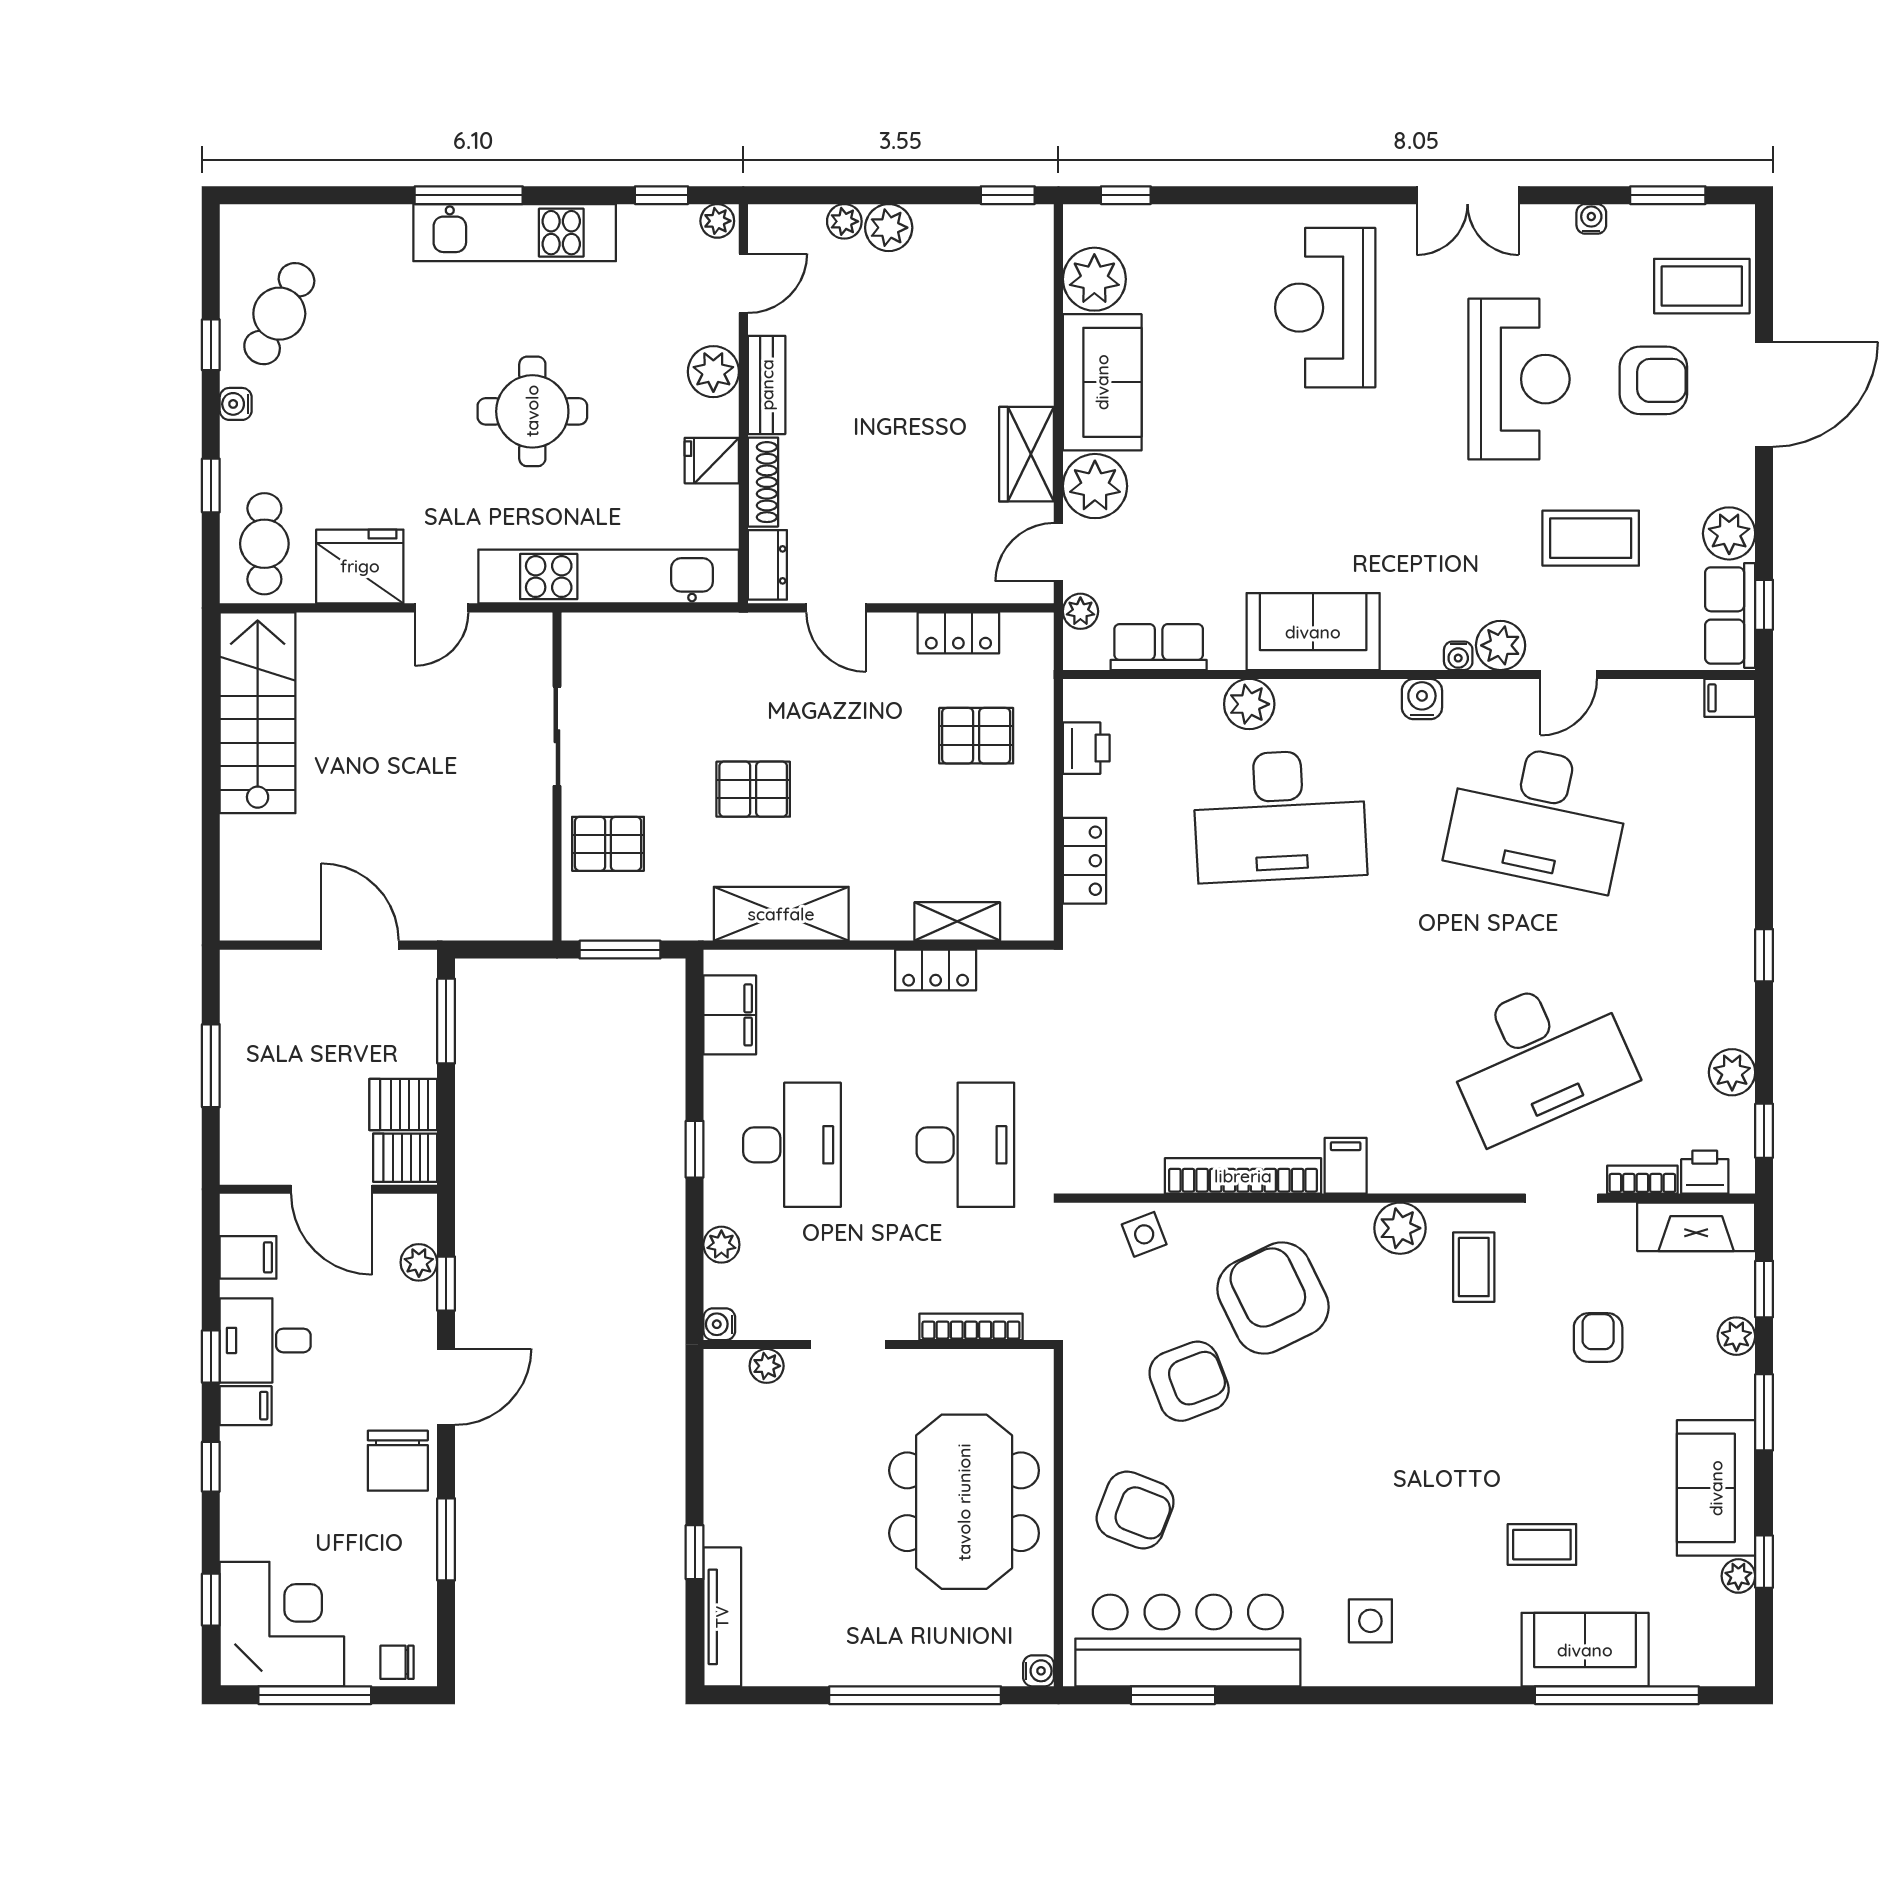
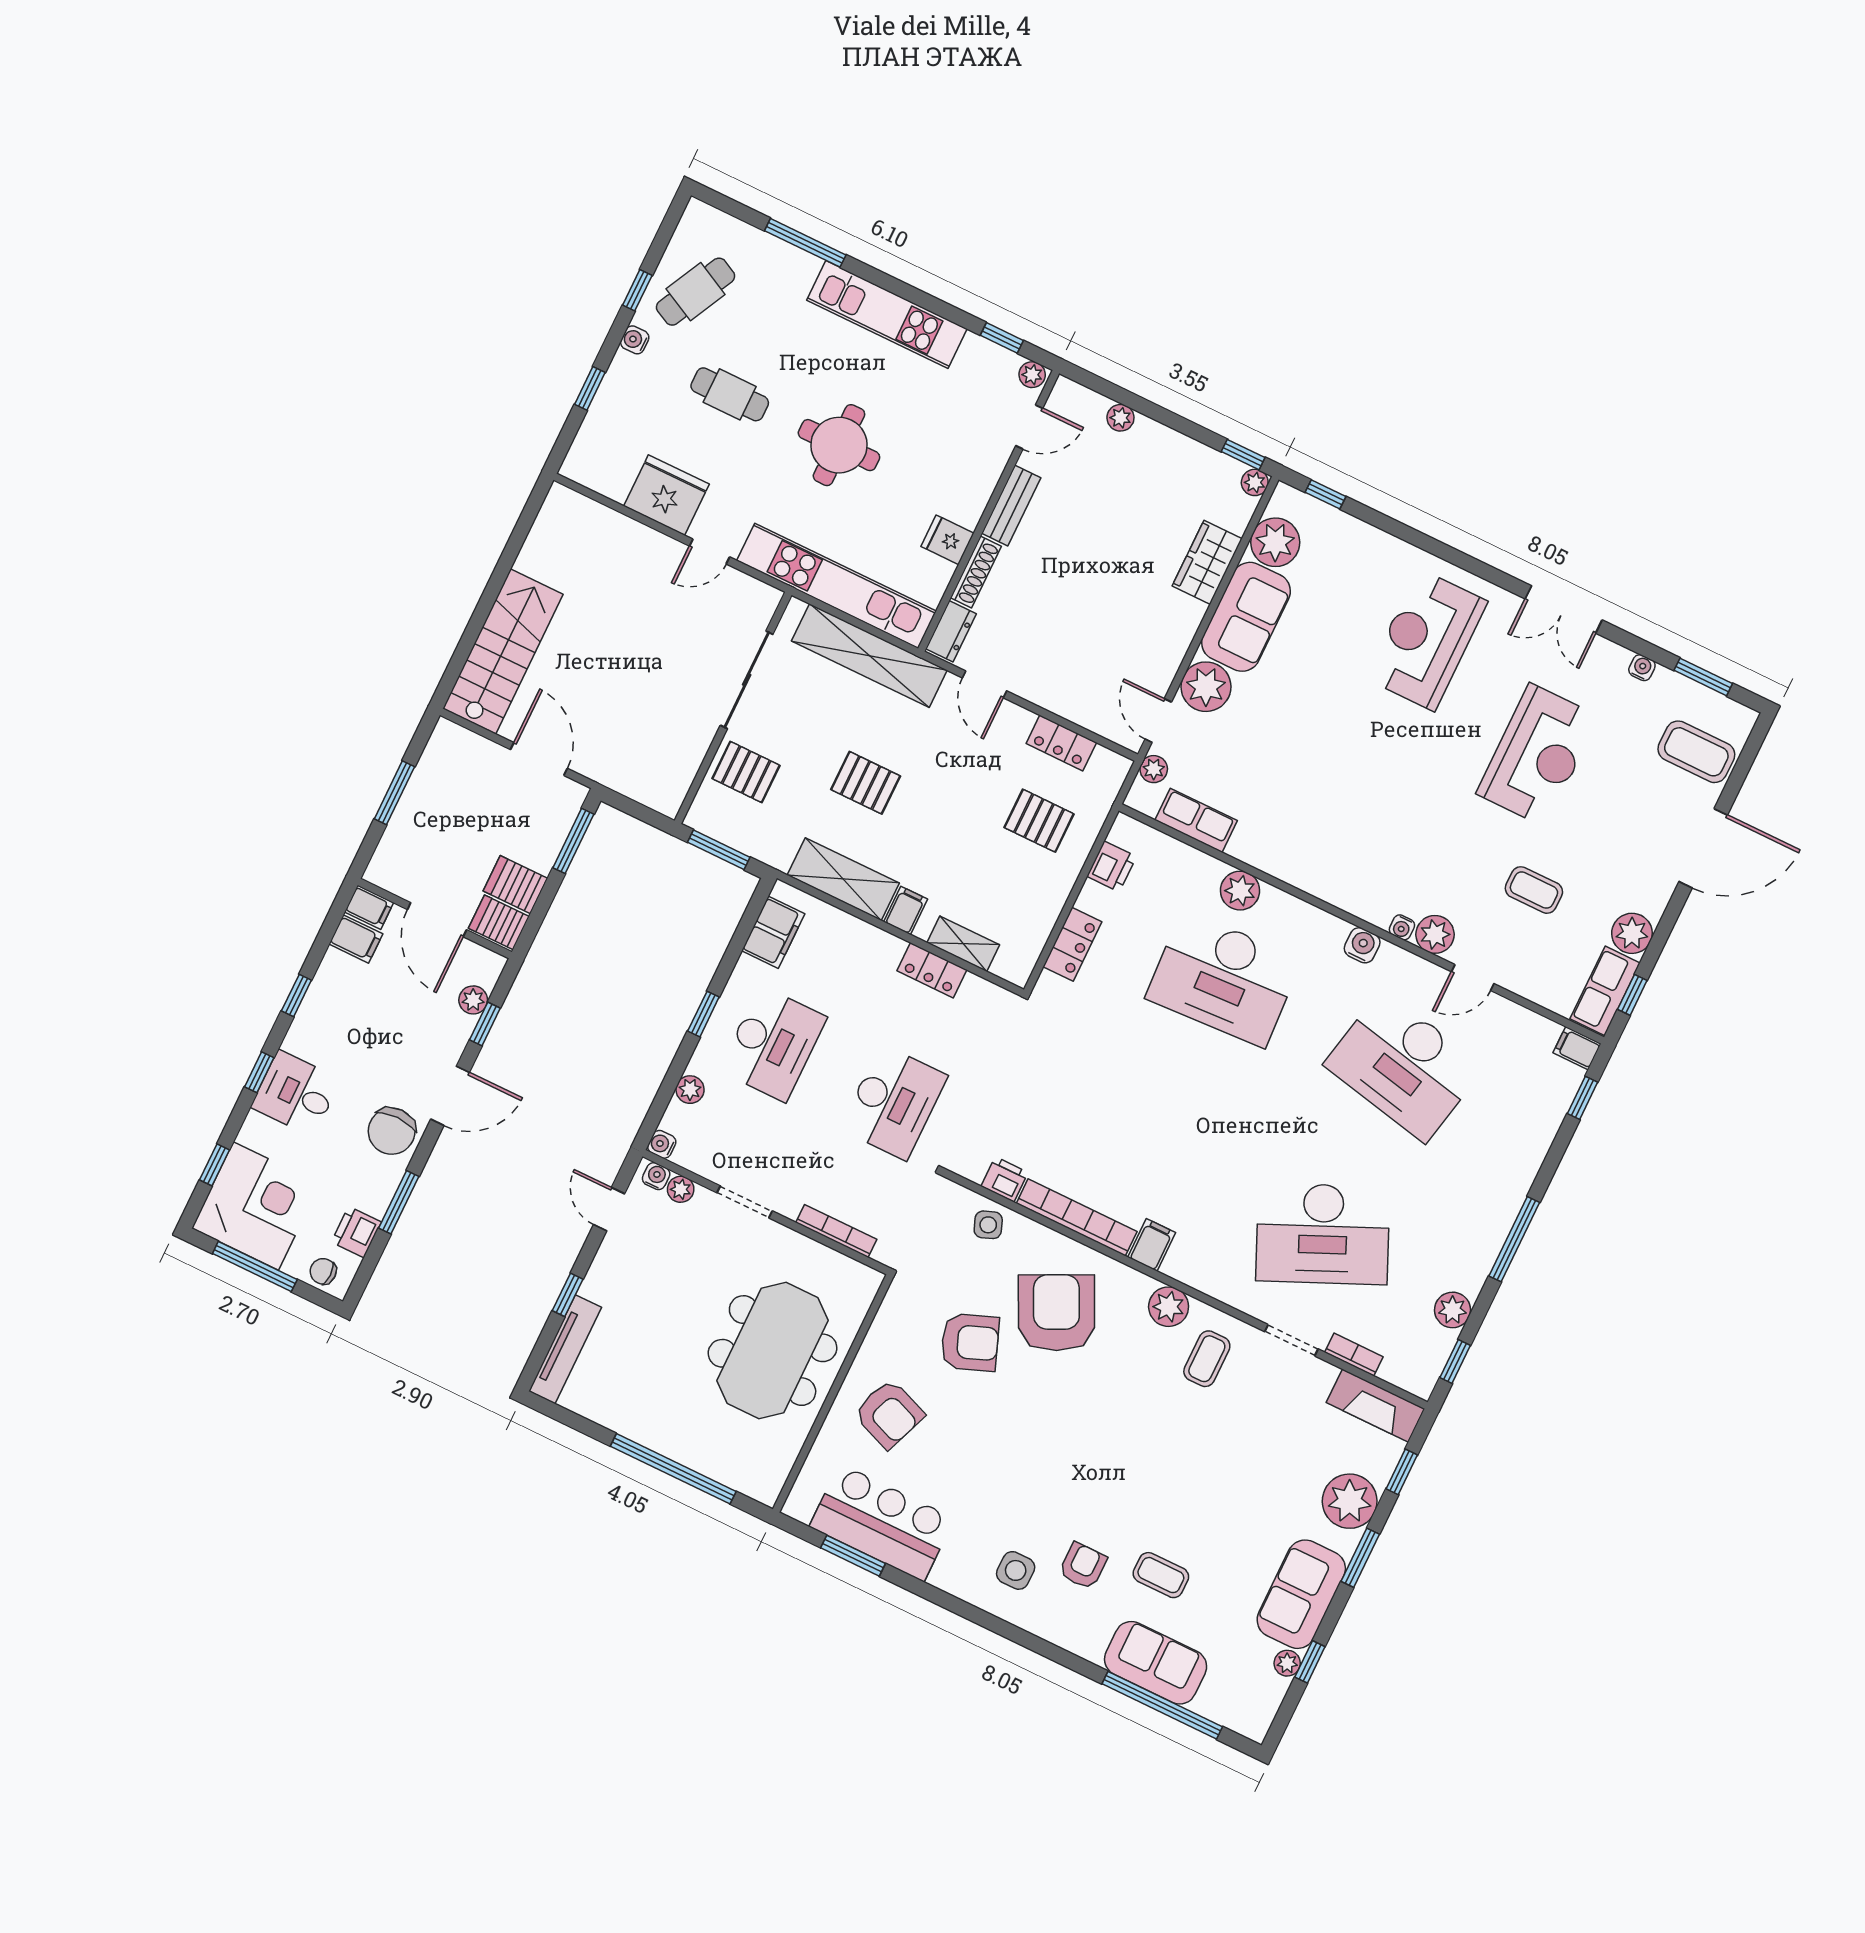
window: (469, 195) -> (805, 243), moved
plant: (889, 228) -> (1255, 482), moved, width x0.73, depth x0.73
plant: (713, 372) -> (979, 478), removed
armchair: (1653, 380) -> (1631, 801), removed
wardrobe: (1027, 454) -> (1207, 562), moved
coffee table: (1591, 538) -> (1534, 890), width x0.73, depth x0.77
cafe table: (264, 544) -> (730, 394), moved, turned 90
door: (1058, 552) -> (1158, 720), hinge flipped
sofa: (1313, 632) -> (1309, 862), removed
shelving: (686, 639) -> (869, 656), added
stairs: (258, 713) -> (503, 651), moved
sliding door: (557, 736) -> (747, 680), width x1.37
window: (1764, 753) -> (1583, 1098), added
filing cabinet: (871, 915) -> (906, 910), added
window: (1764, 955) -> (1514, 1239), width x2.17
printer: (1705, 1172) -> (1005, 1179), moved
plant: (1736, 1336) -> (1350, 1501), width x1.87, depth x1.87
armchair: (1598, 1338) -> (1083, 1566), moved
desk: (265, 1340) -> (296, 1093), moved
filing cabinet: (246, 1406) -> (369, 907), moved
door: (695, 1429) -> (609, 1209), added
printer: (414, 1598) -> (356, 1232), added
bar counter: (1188, 1640) -> (882, 1523), width x0.73
water cooler: (1039, 1671) -> (656, 1176), moved, turned -90

